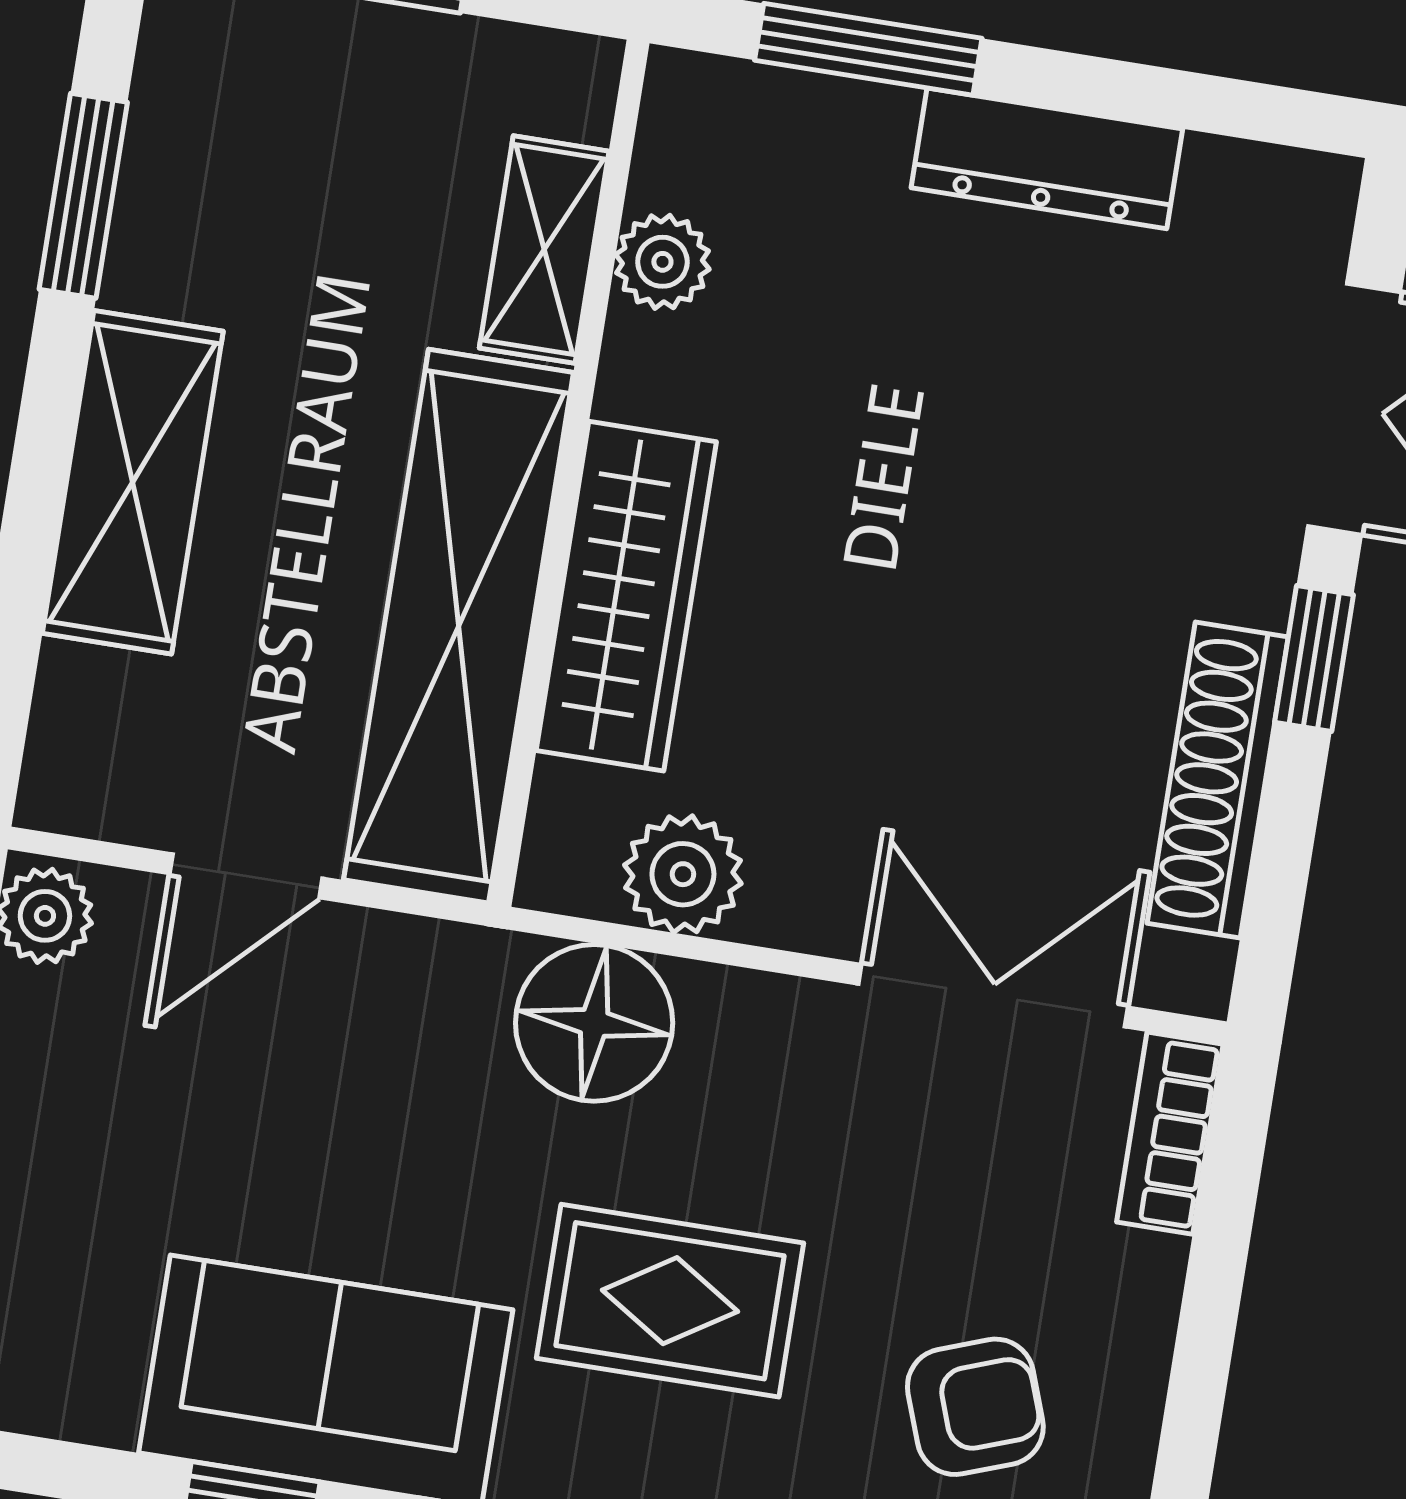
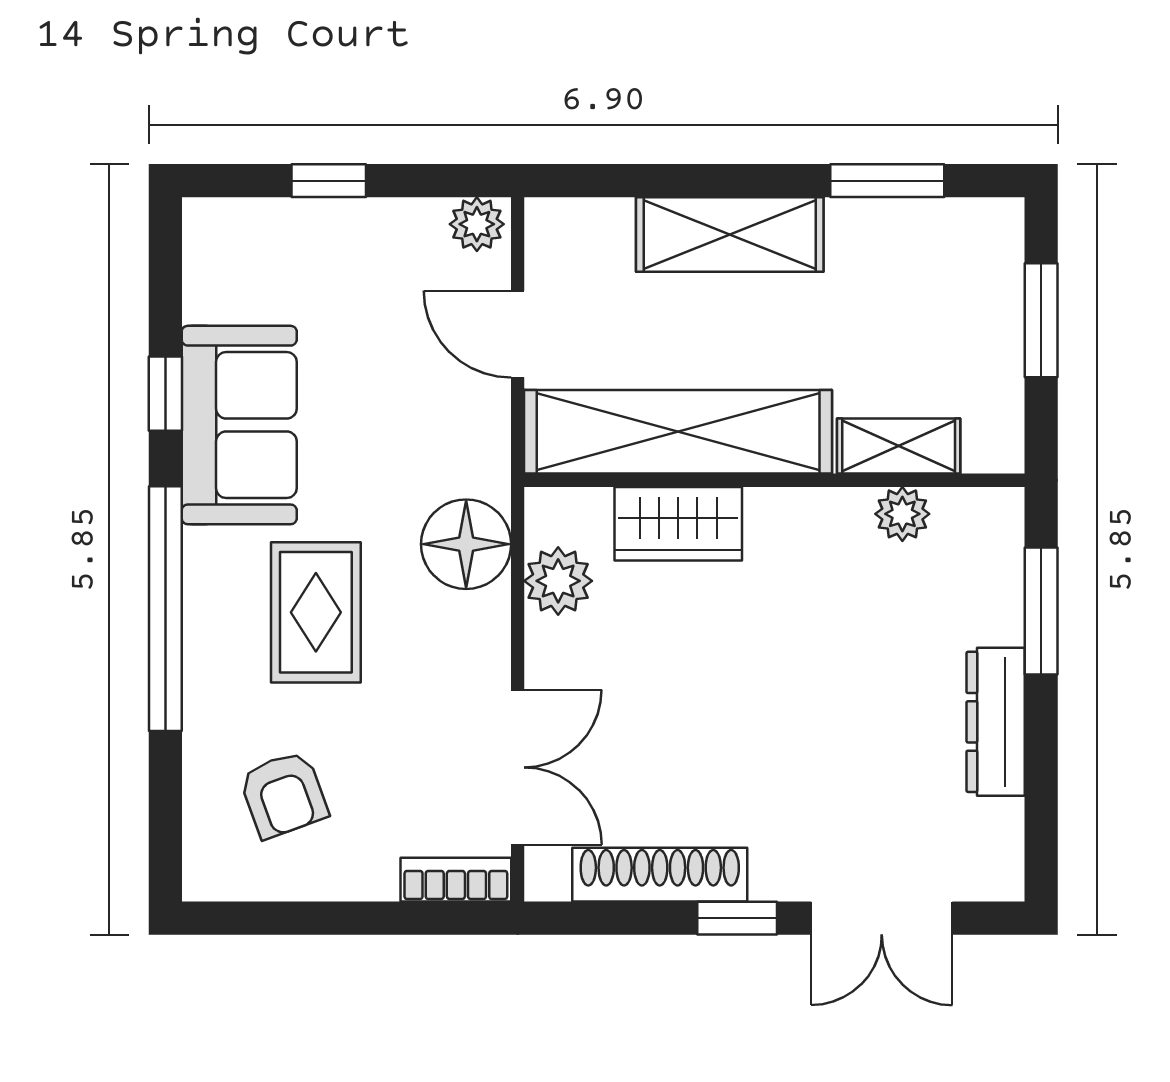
wardrobe: (626, 596) -> (678, 524), width x0.67

